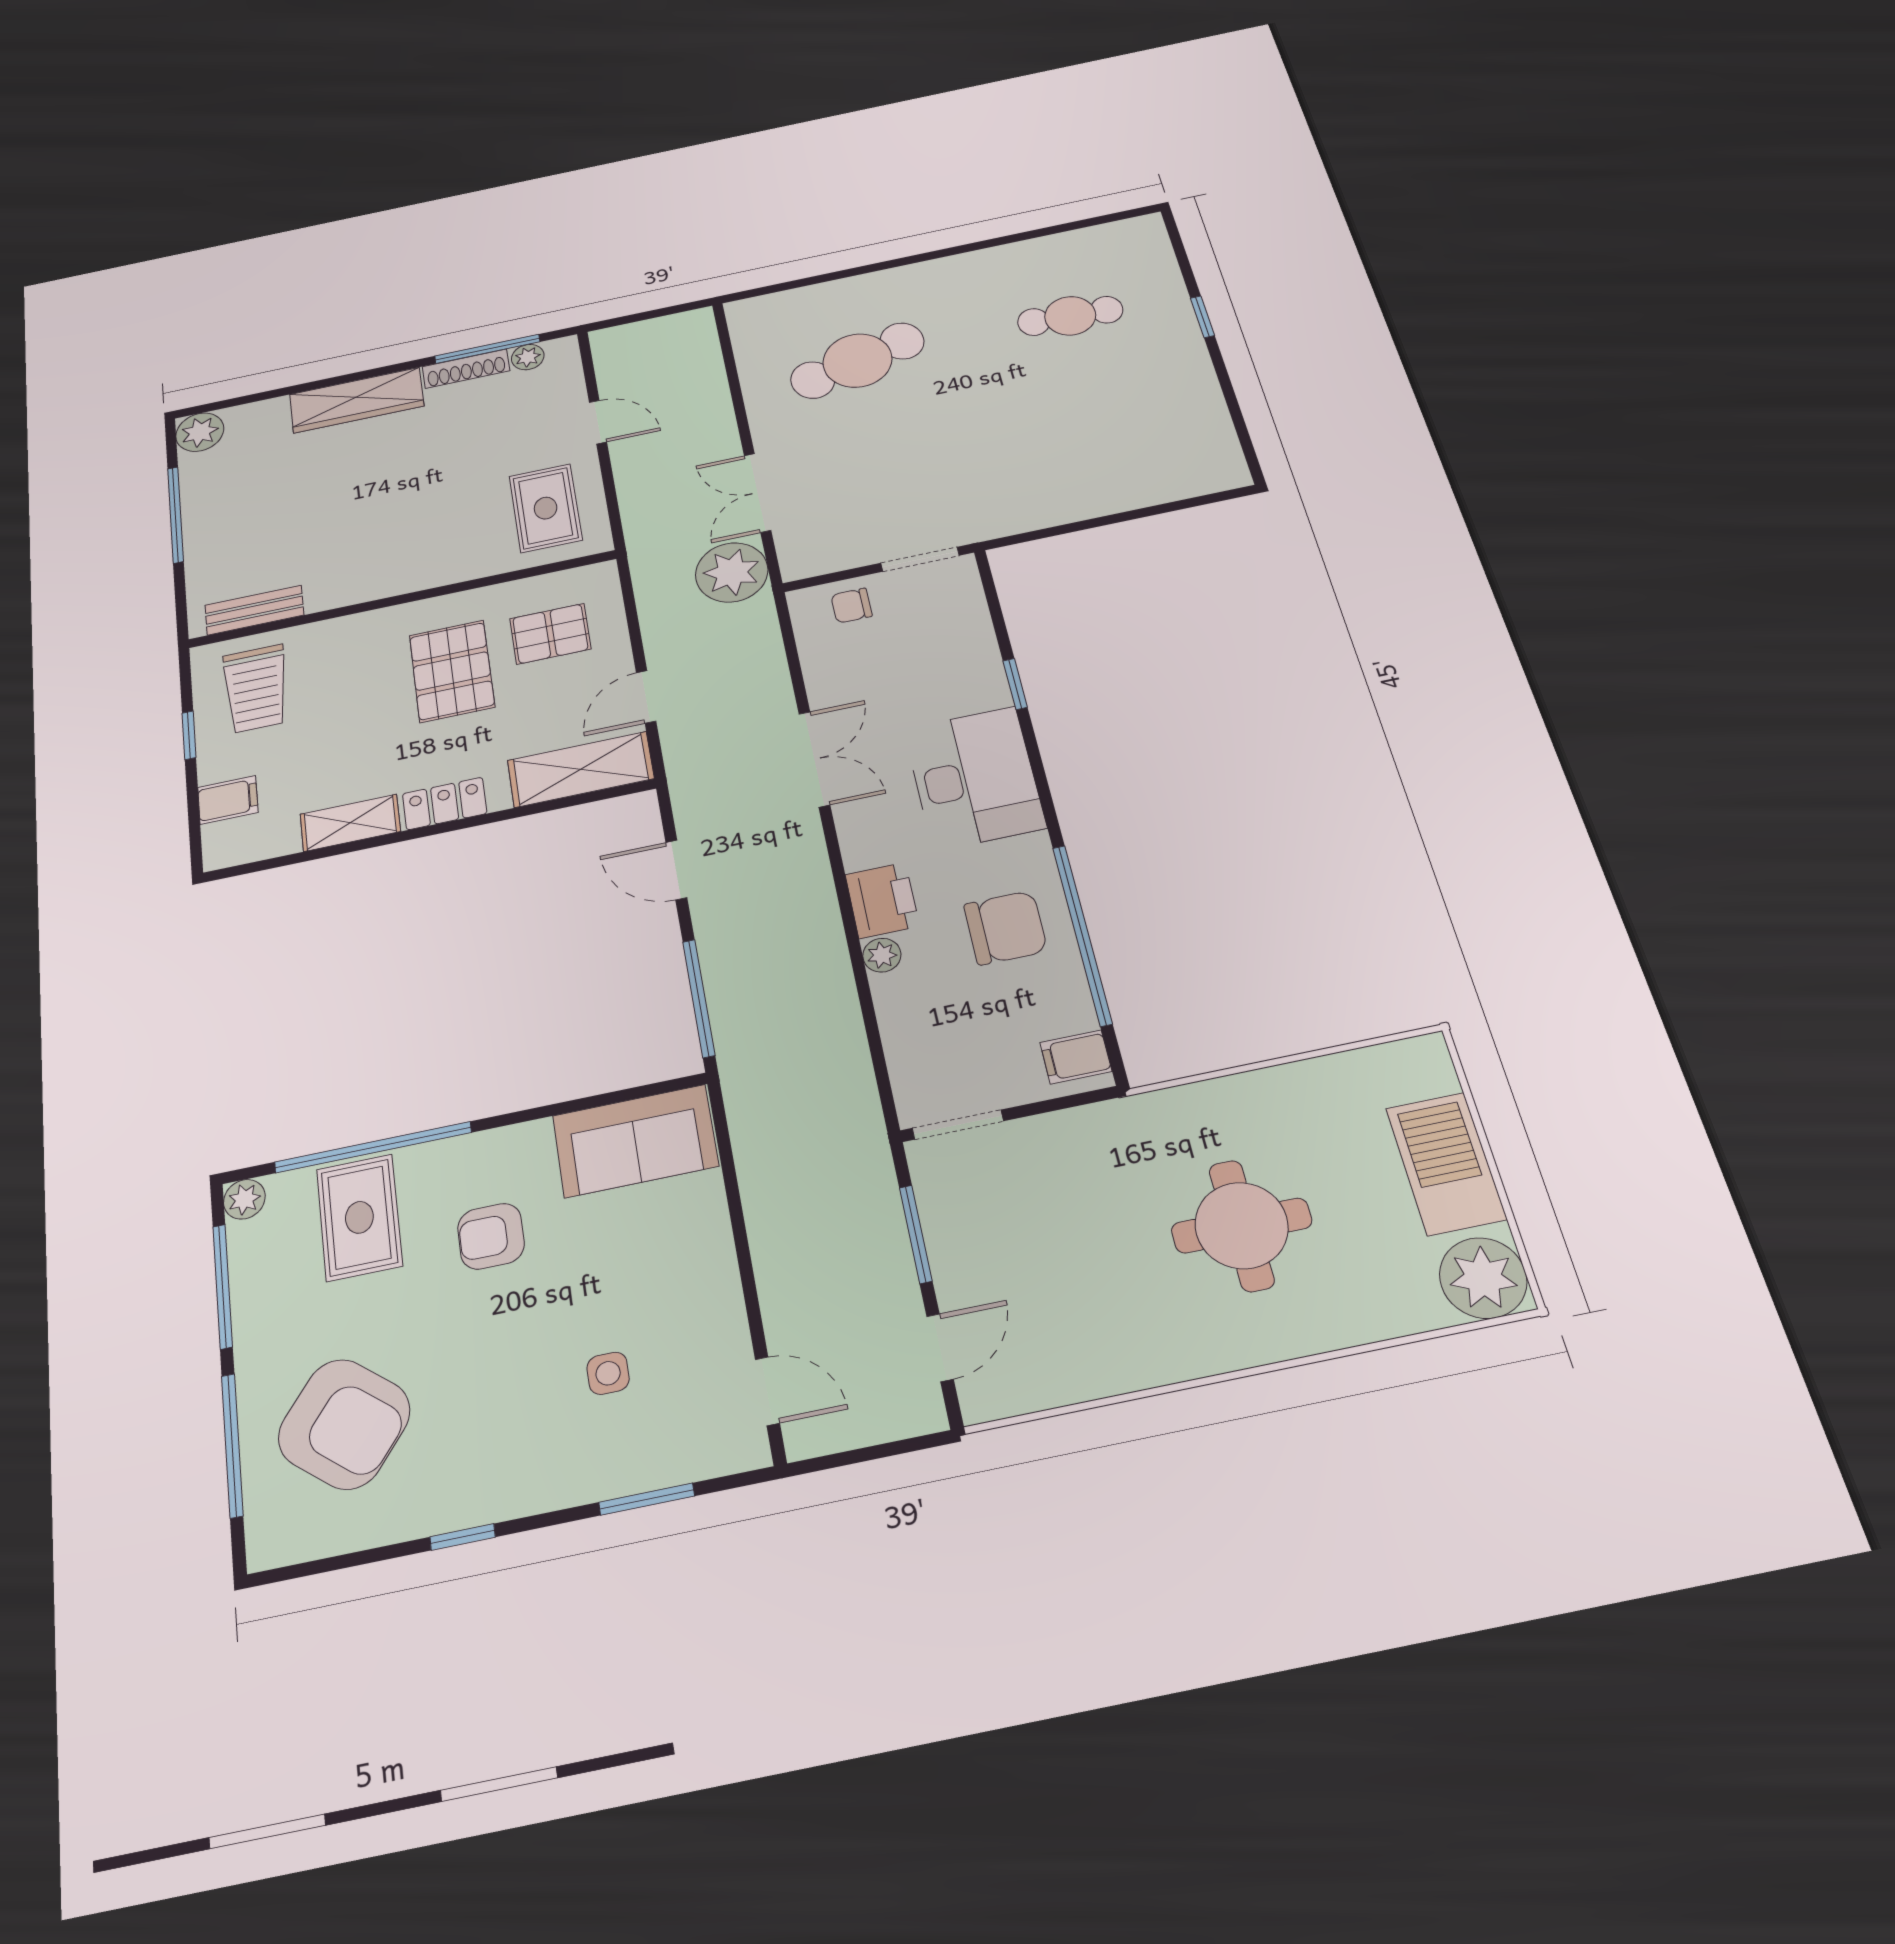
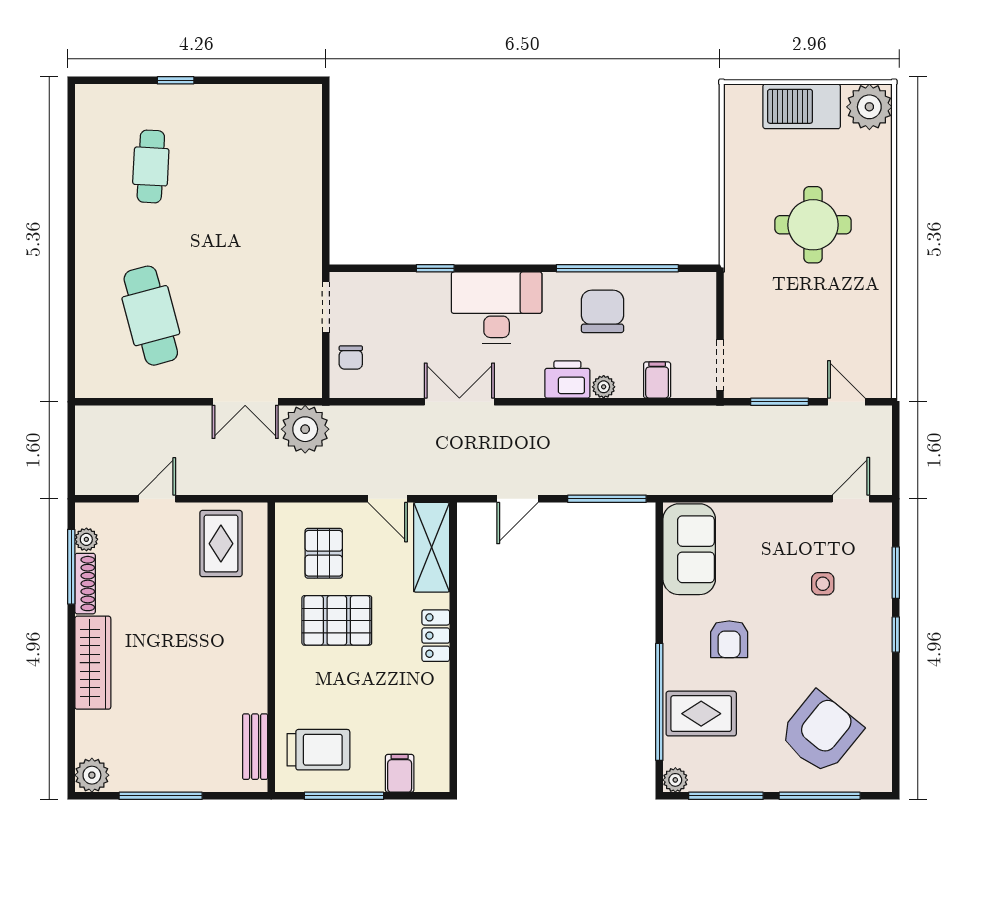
rug: (546, 508) -> (221, 544), turned 90
window: (189, 735) -> (344, 796), width x2.17
shelving: (350, 823) -> (436, 696), removed
filing cabinet: (1076, 1057) -> (657, 380), moved, turned 180
window: (463, 1537) -> (896, 635), moved

